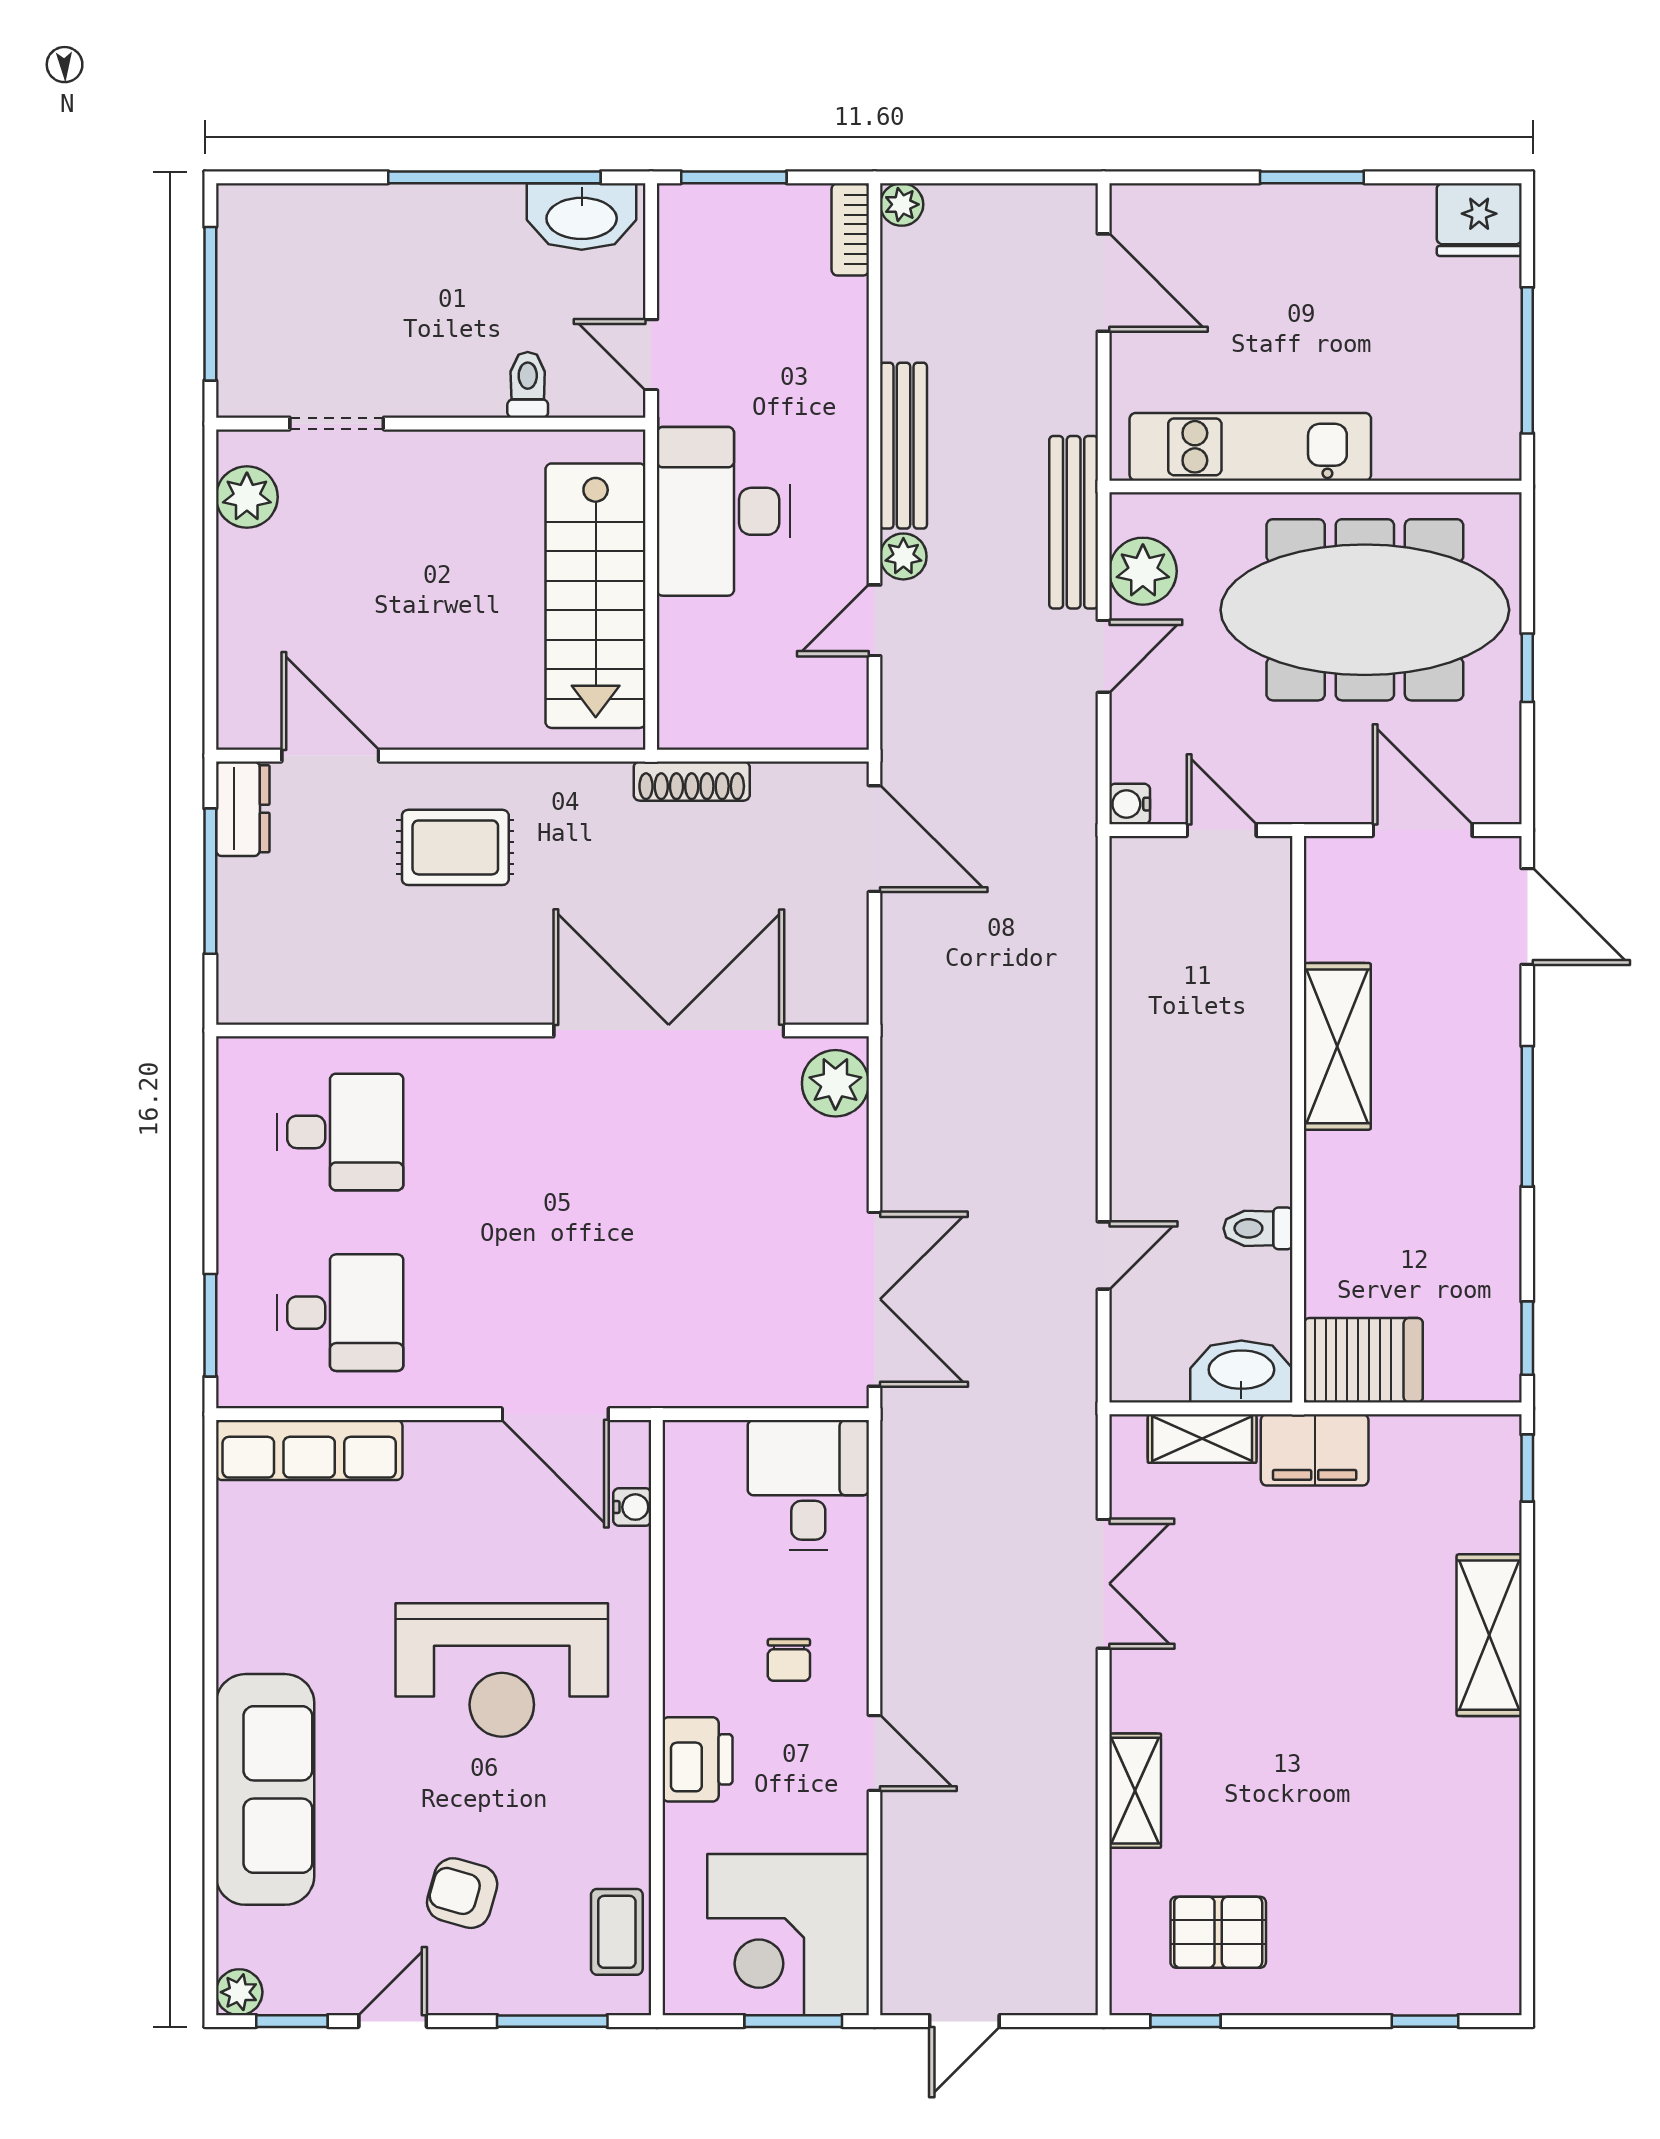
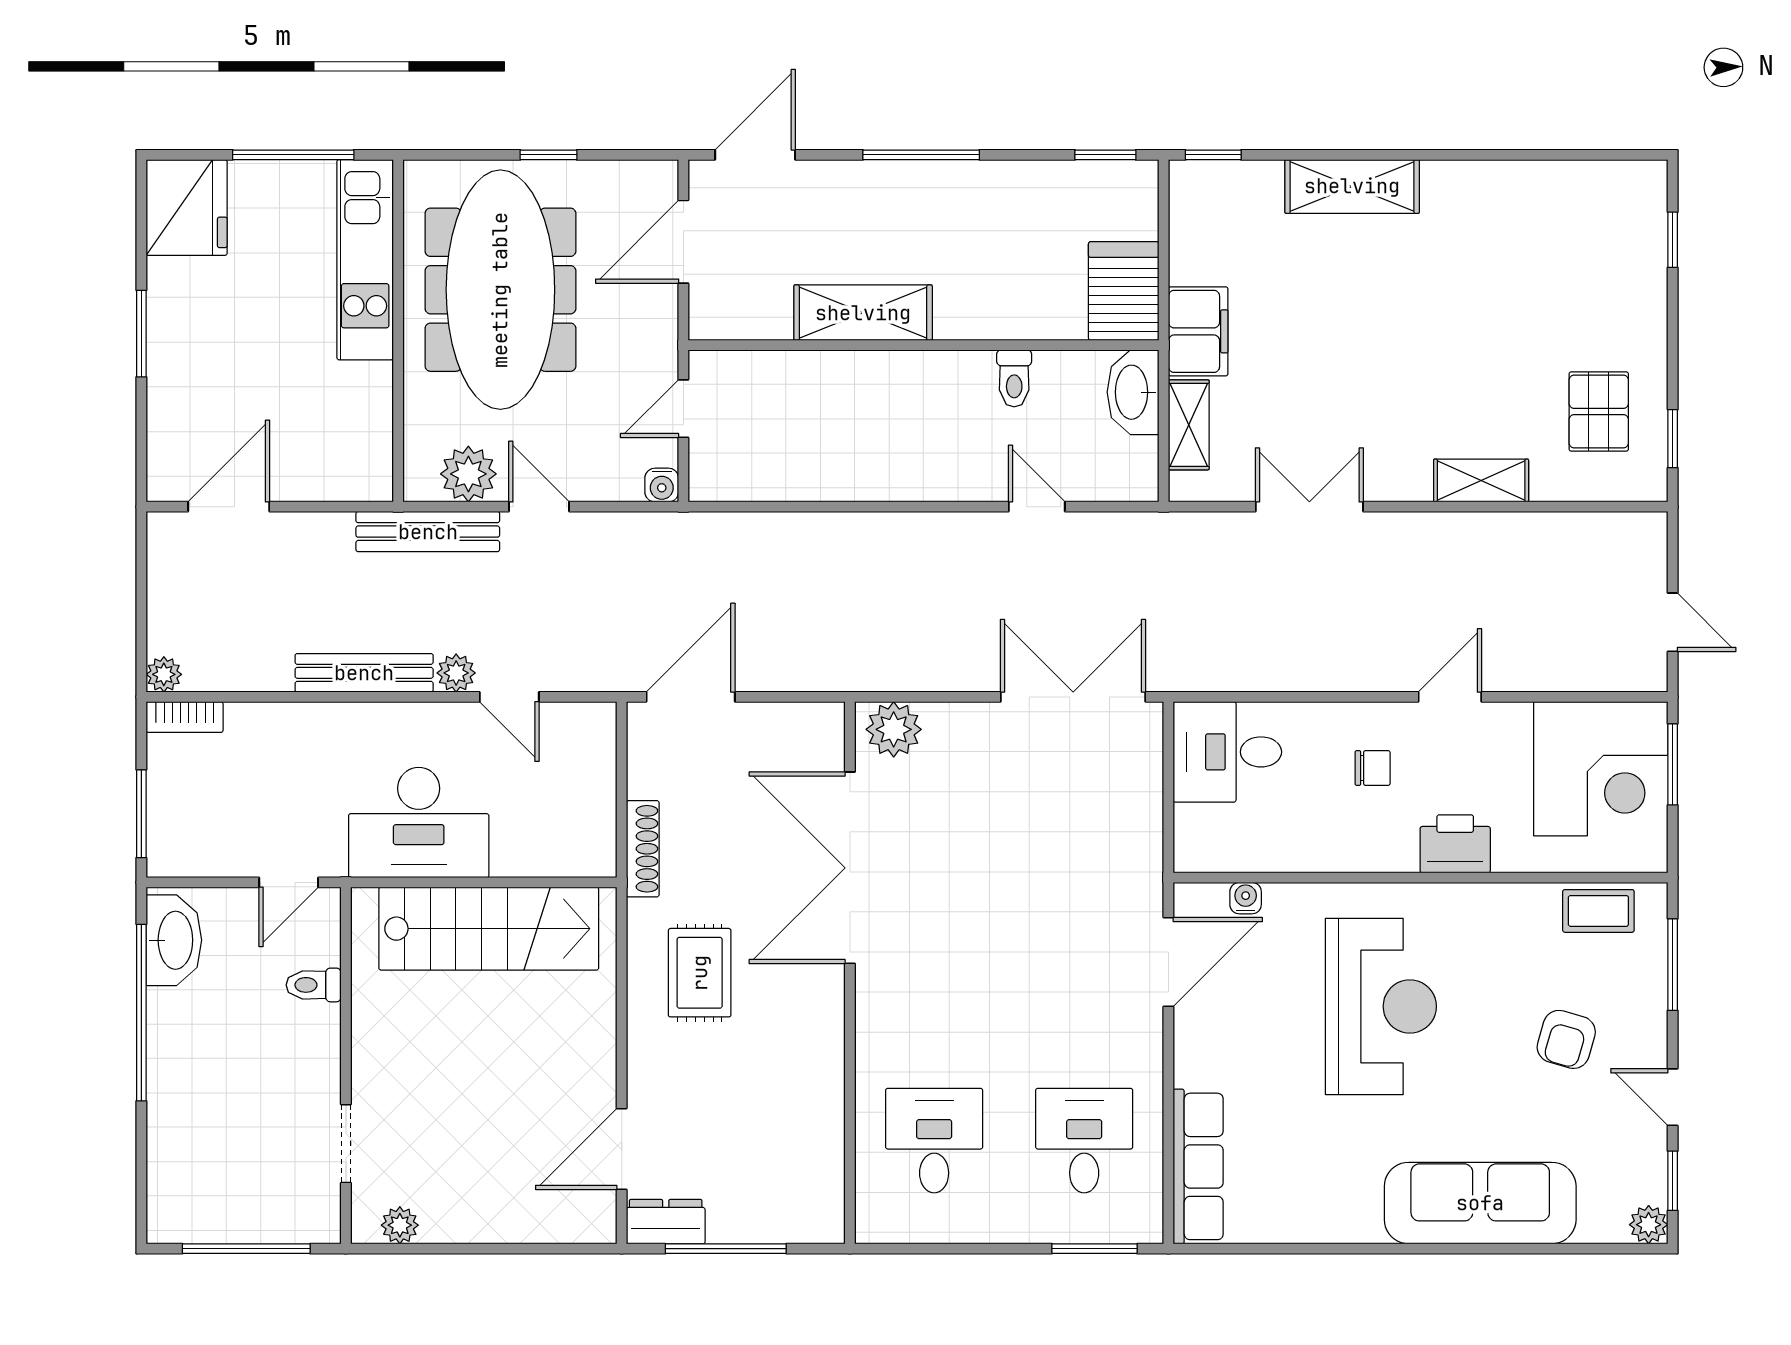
fridge: (1479, 220) -> (187, 207), width x1.36, depth x1.34
kitchen unit: (1250, 447) -> (365, 260), moved
plant: (247, 497) -> (400, 1225), width x0.73, depth x0.73
rug: (455, 847) -> (700, 973), moved

